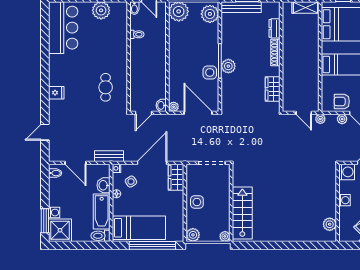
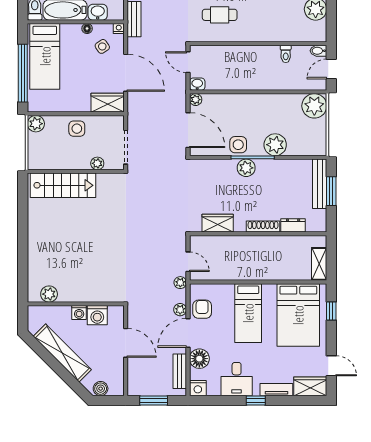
plant: (210, 14) -> (275, 145), moved
door: (198, 113) -> (188, 130), hinge flipped
door: (304, 113) -> (188, 262), swing flipped
washing machine: (347, 172) -> (97, 315), moved
plant: (225, 236) -> (97, 163), moved

